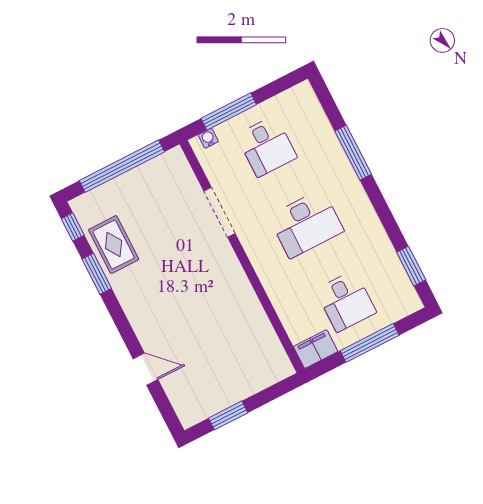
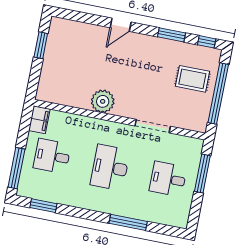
water cooler: (208, 138) -> (197, 151), removed
rug: (114, 245) -> (192, 79), moved
plant: (236, 293) -> (103, 101), added
window: (370, 343) -> (16, 168), moved
door: (146, 369) -> (121, 25), moved

